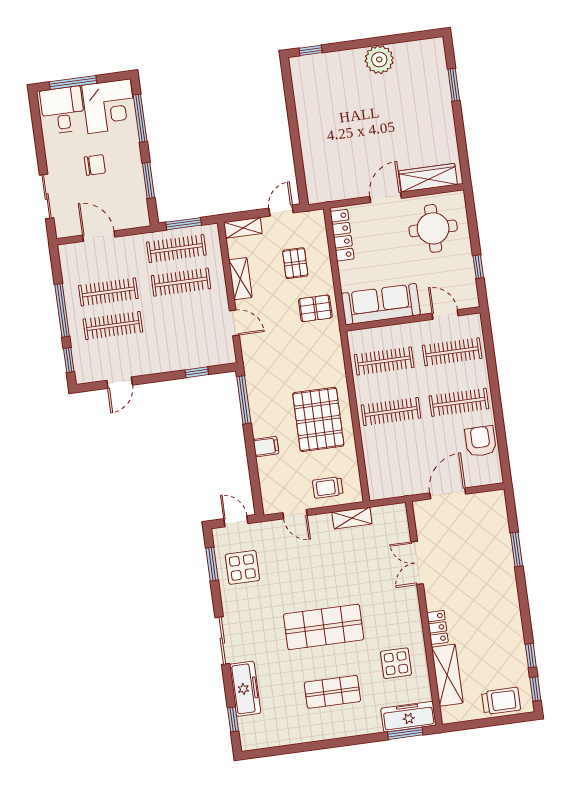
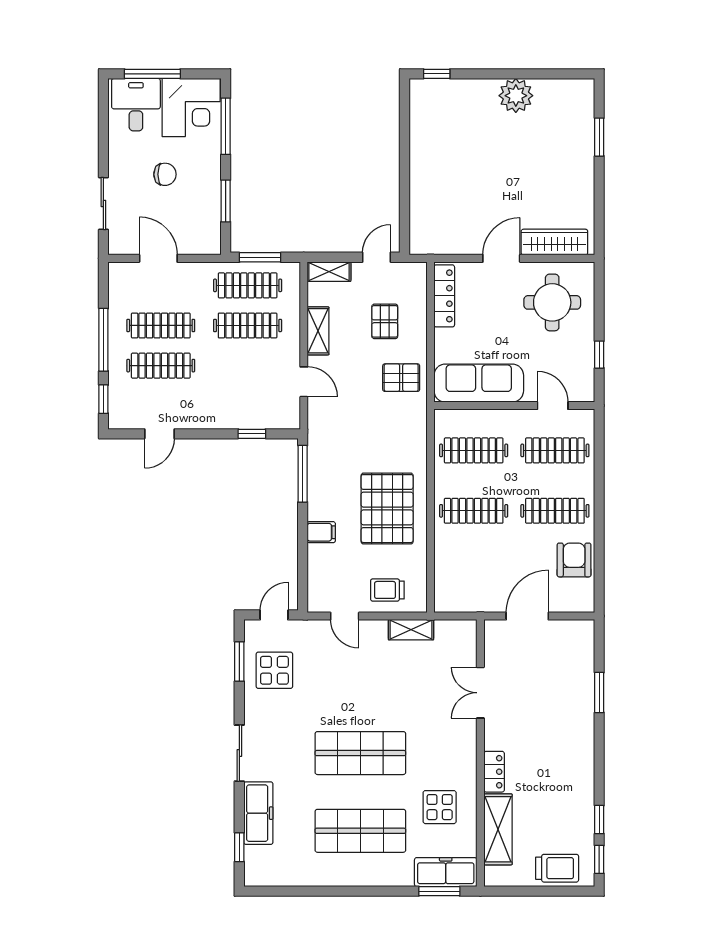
door: (236, 521) -> (274, 615), hinge flipped
shop shelf: (332, 692) -> (360, 831), width x1.43, depth x1.36

